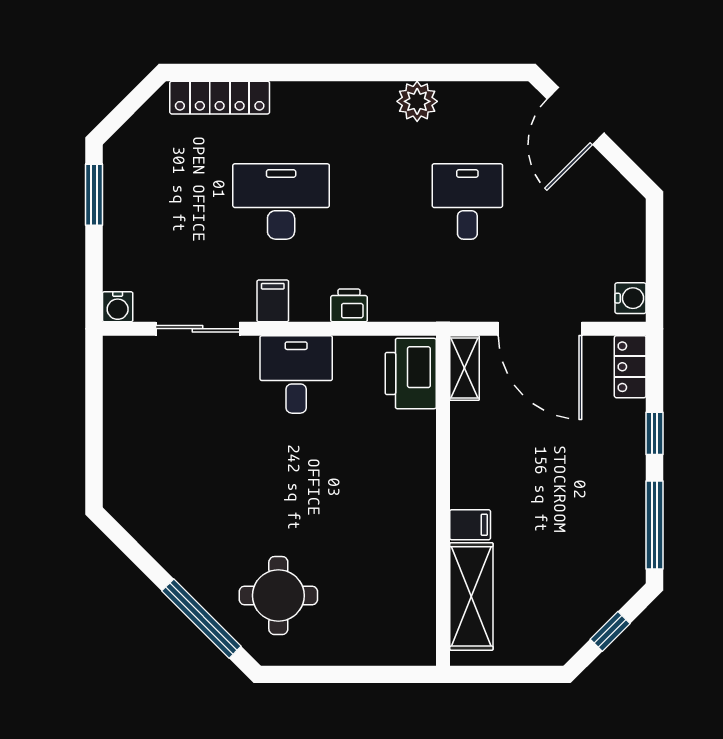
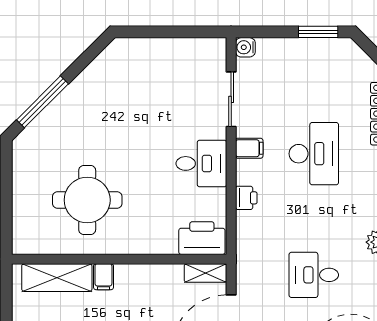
desk: (467, 201) -> (314, 275), turned 180
round table: (278, 596) -> (87, 200), moved, width x1.36, depth x1.36

